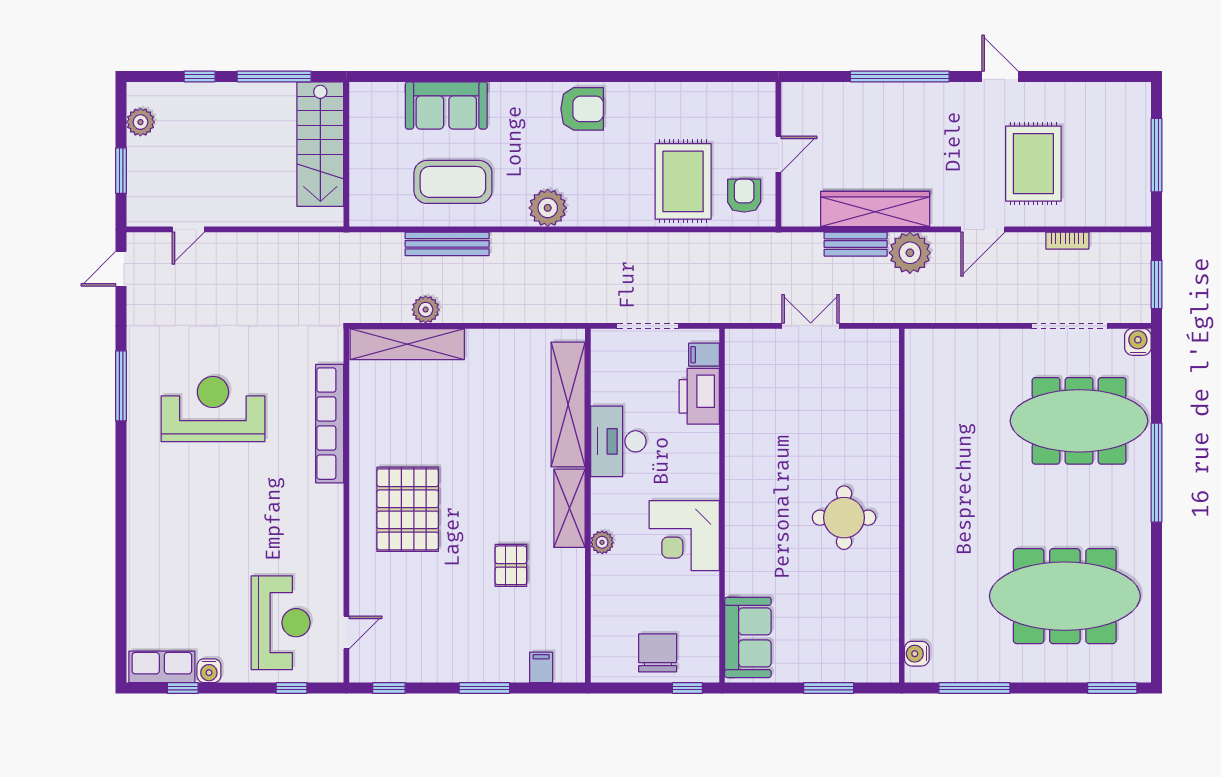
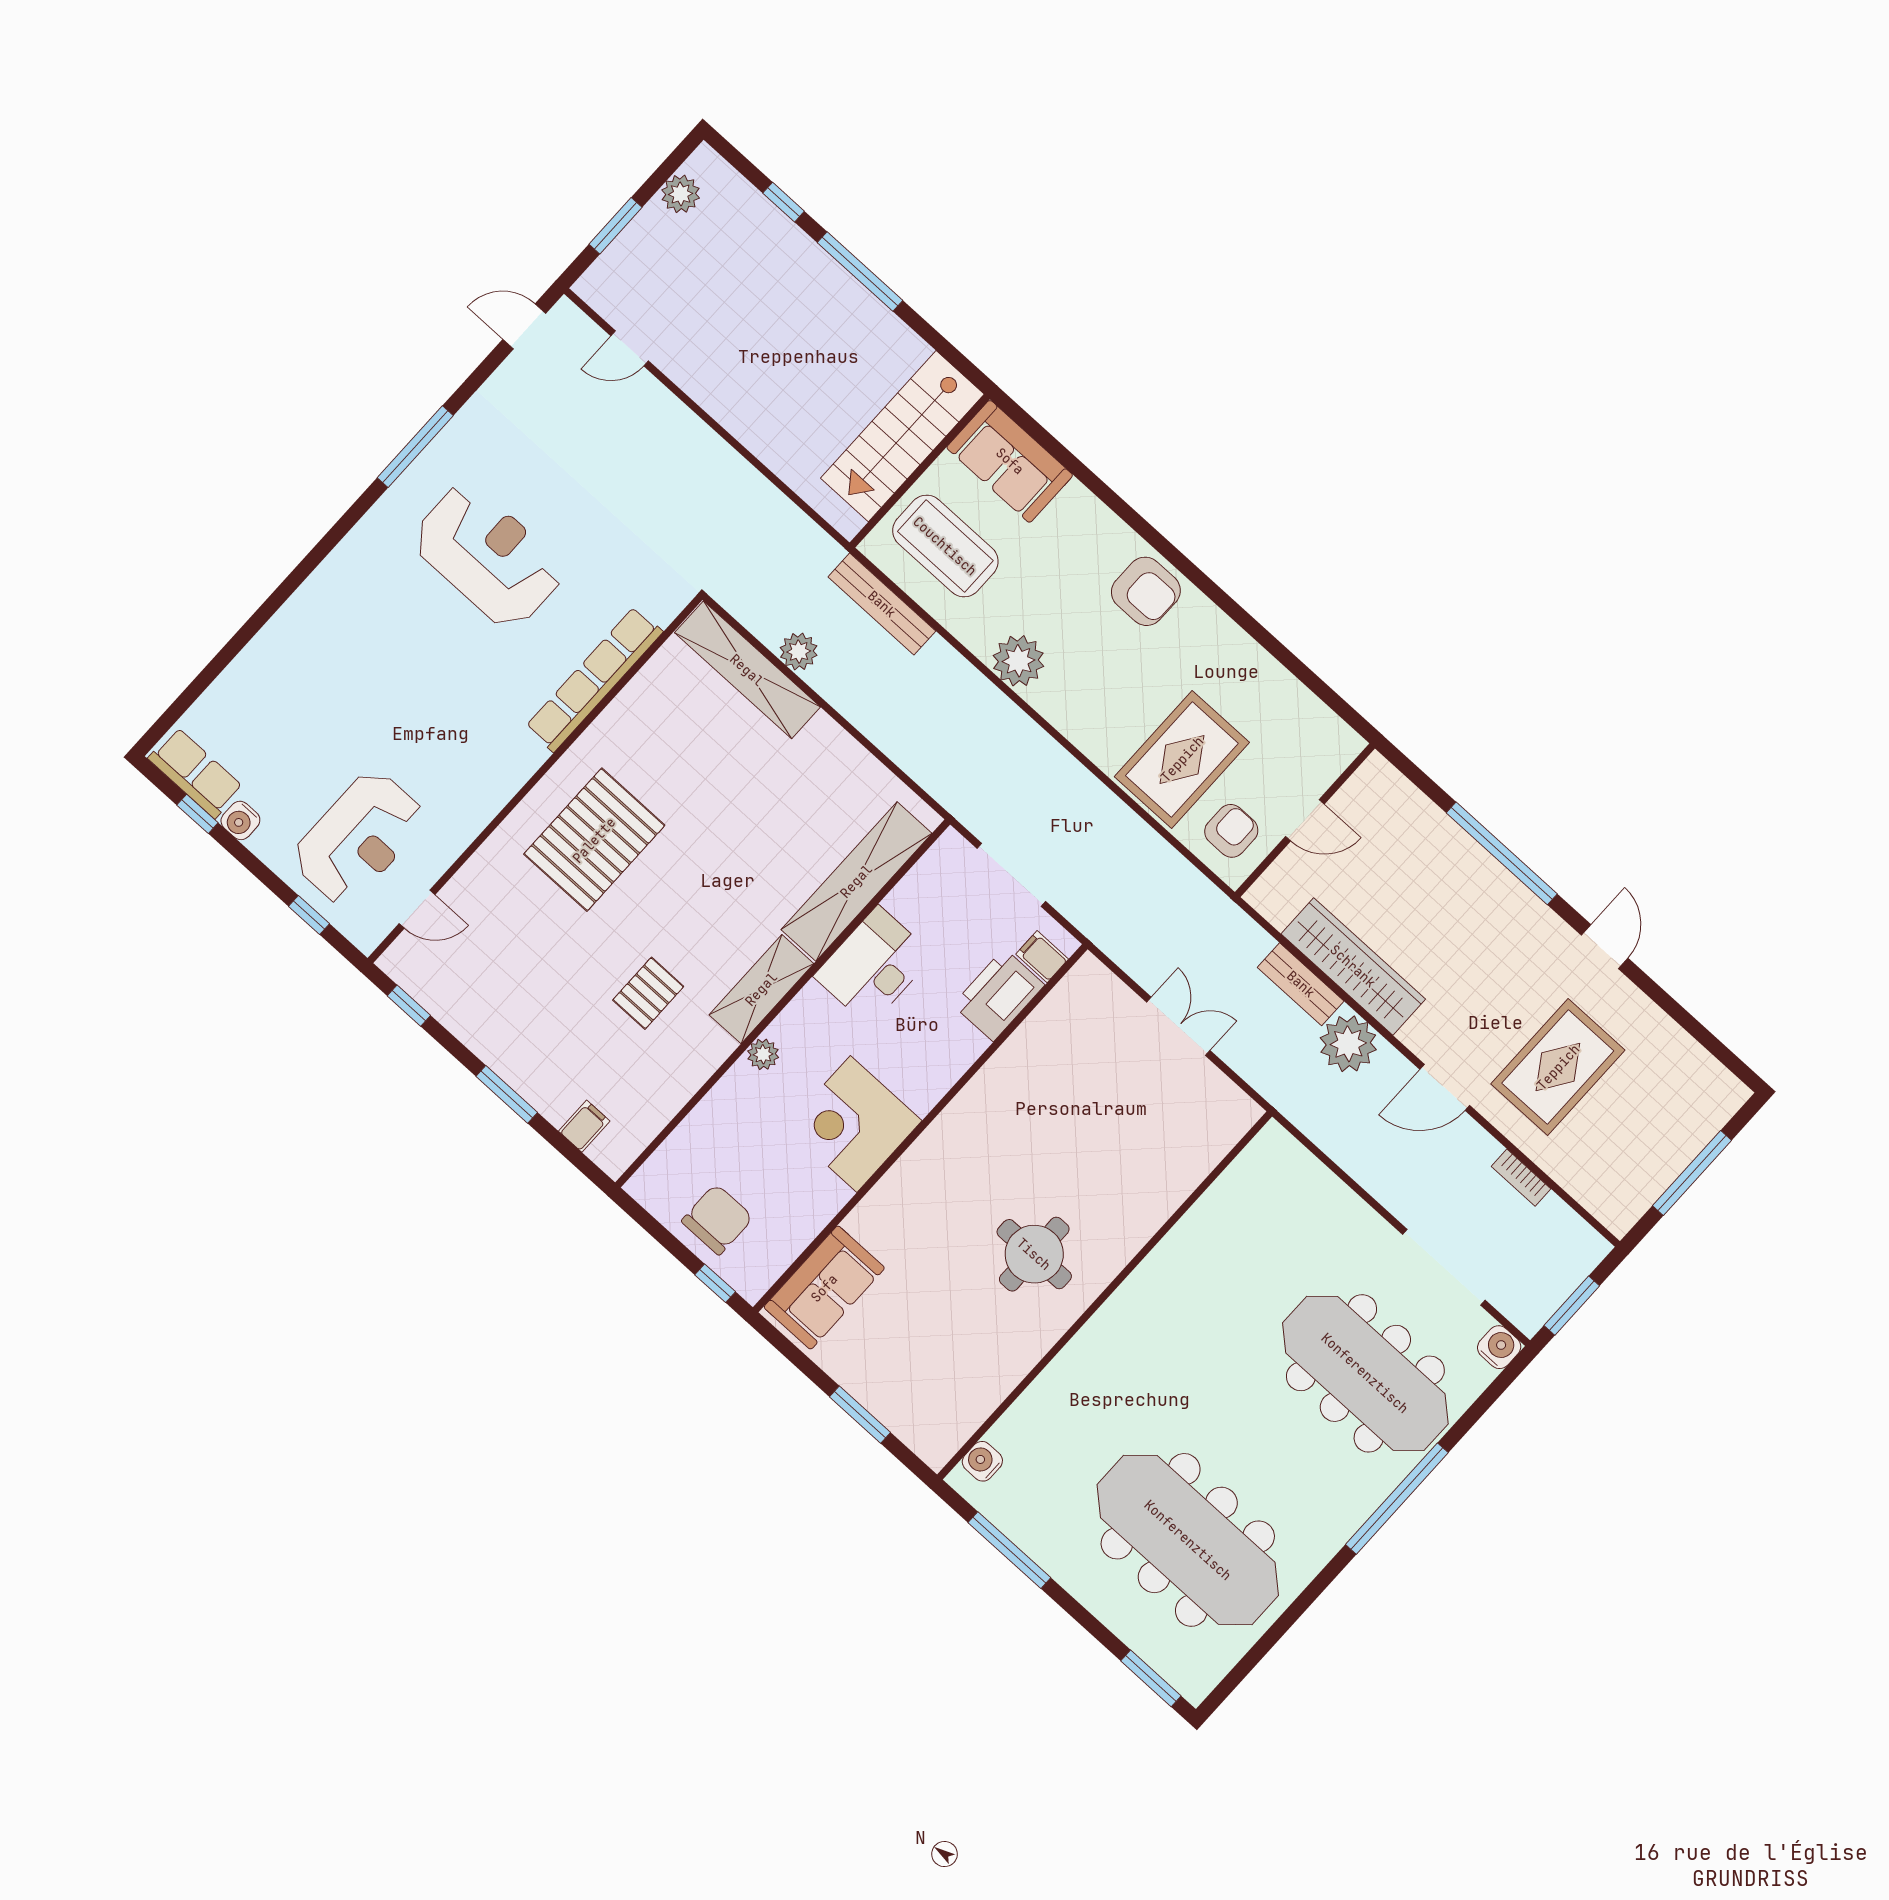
stairs: (320, 144) -> (902, 436), moved
wall: (346, 154) -> (920, 471), moved

